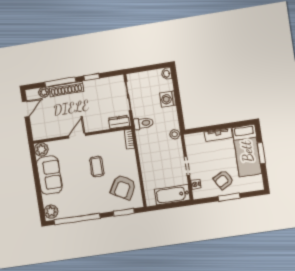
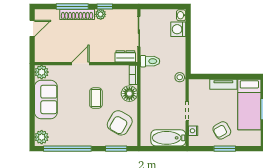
plant: (44, 92) -> (101, 14), moved
washing machine: (168, 99) -> (178, 29), moved
floor lamp: (128, 158) -> (129, 94), added

